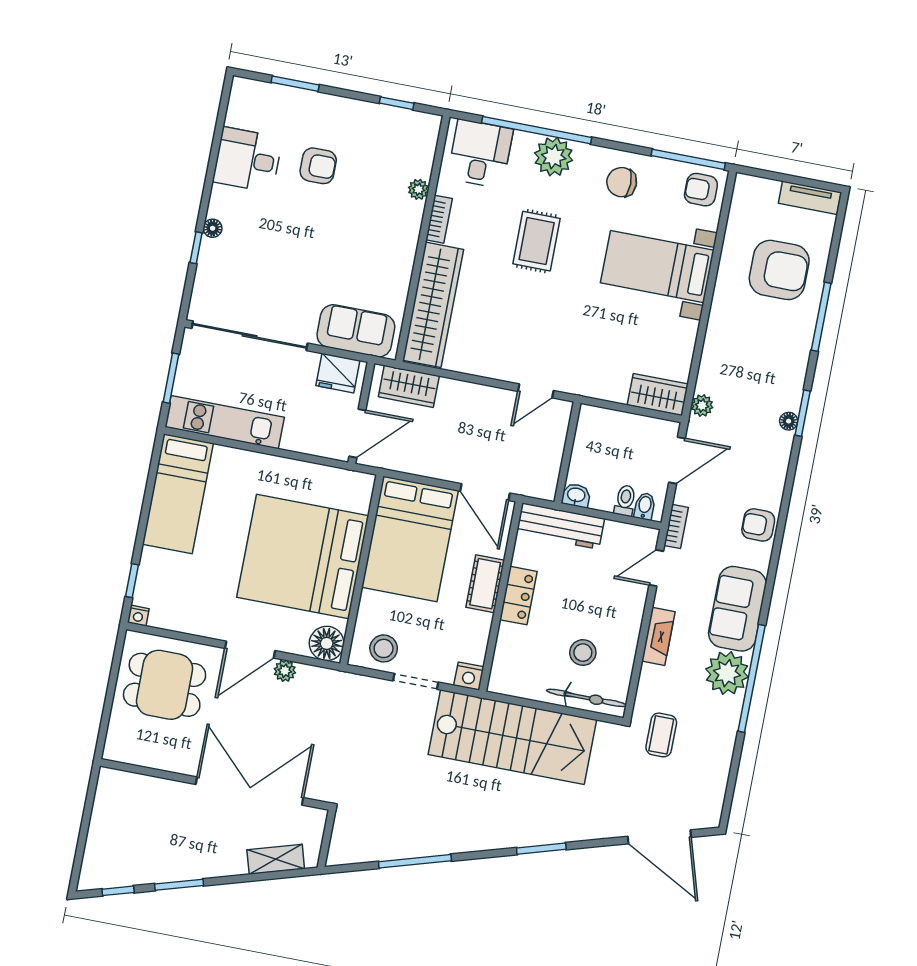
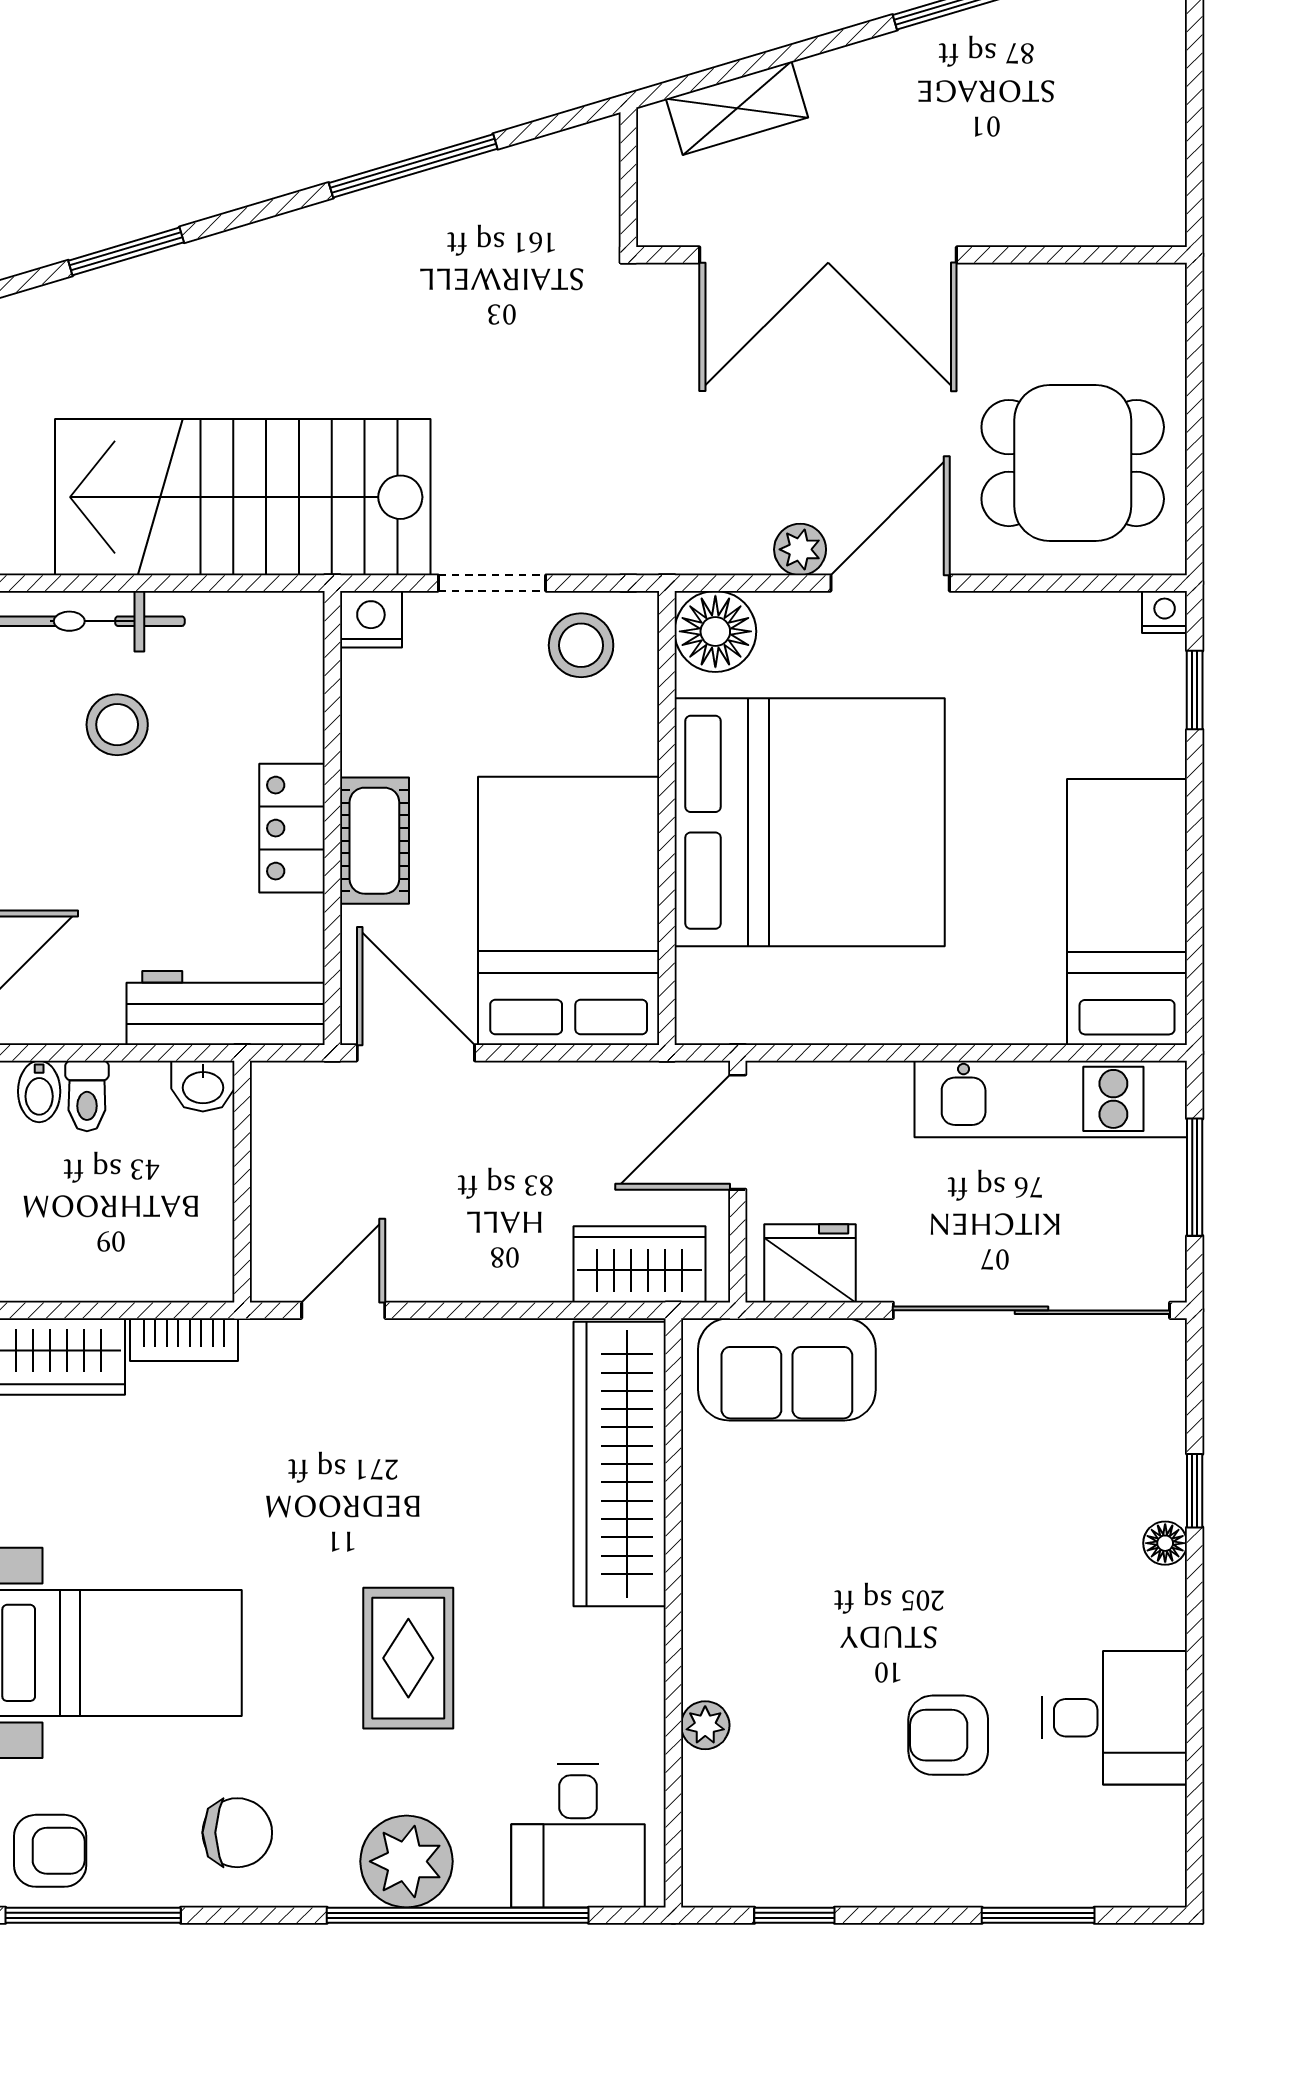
bookcase: (439, 219) -> (184, 1340), moved, turned -90

